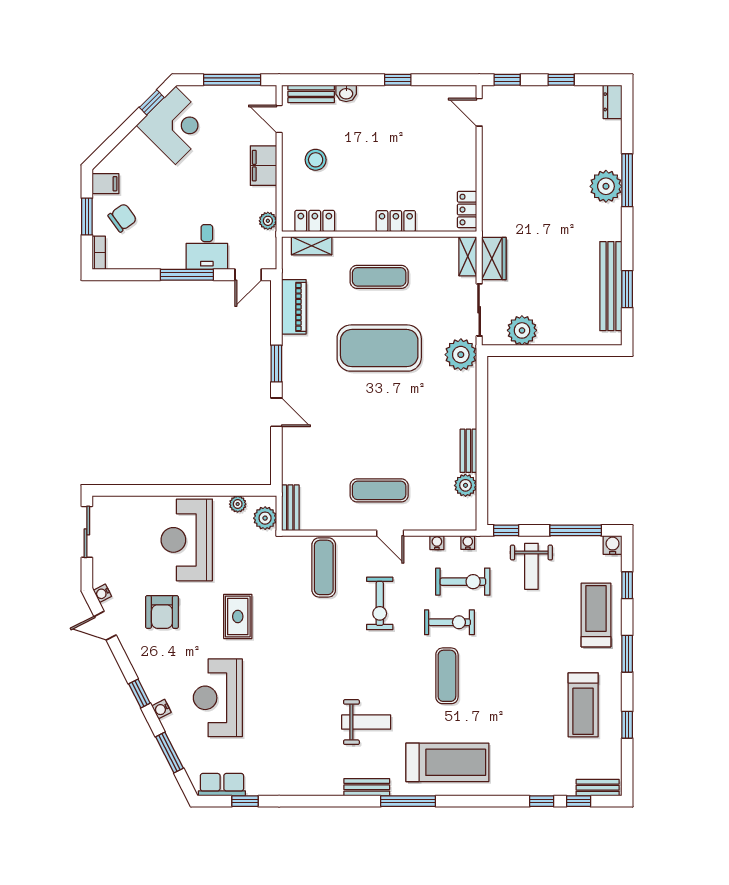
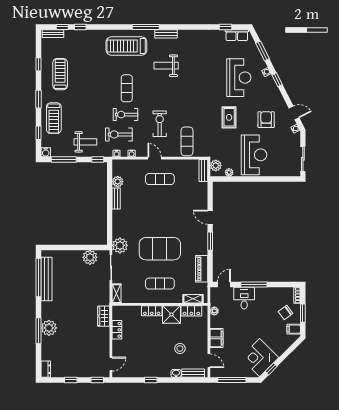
door: (479, 112) -> (111, 364), hinge flipped
stool: (316, 160) -> (180, 349), moved
locker: (467, 210) -> (117, 330), moved
shower: (355, 214) -> (171, 314), added
wardrobe: (494, 258) -> (104, 316), moved
window: (627, 289) -> (38, 278), width x2.11
weight bench: (531, 566) -> (85, 142), turned 90

